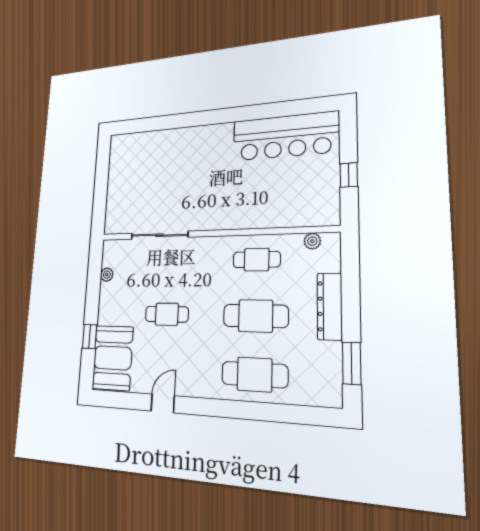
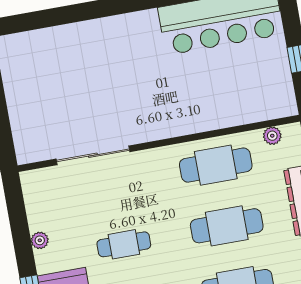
cafe table: (257, 260) -> (216, 165), width x1.37, depth x1.35
plant: (107, 275) -> (40, 240), moved

